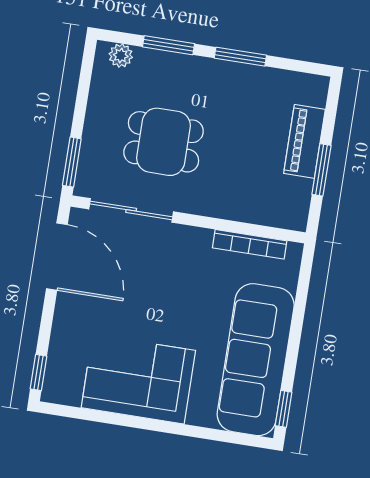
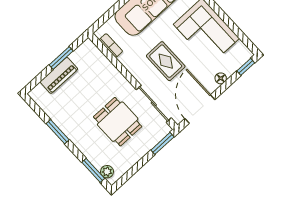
window: (168, 45) -> (93, 170), moved
bookcase: (250, 244) -> (111, 46), width x0.64
rug: (163, 287) -> (166, 61), added
floor lamp: (62, 326) -> (221, 78), added

